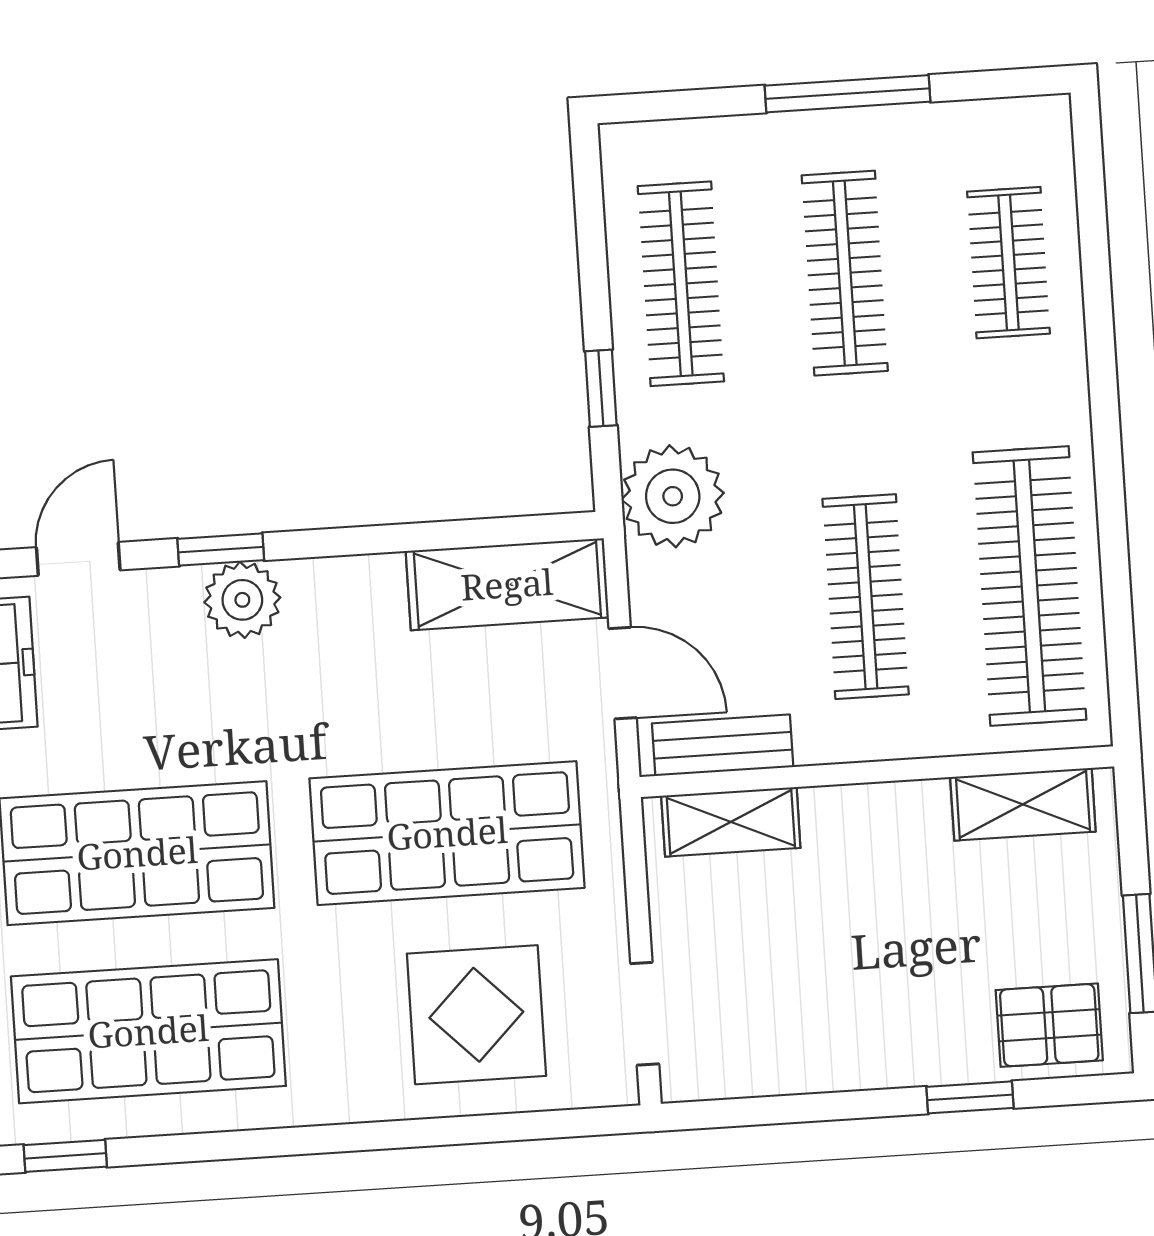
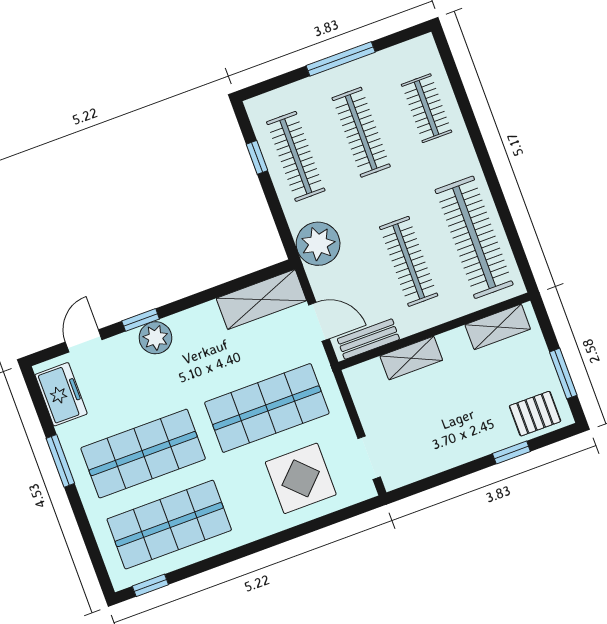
window: (601, 388) -> (257, 157), moved
shelving: (731, 822) -> (411, 358), moved

